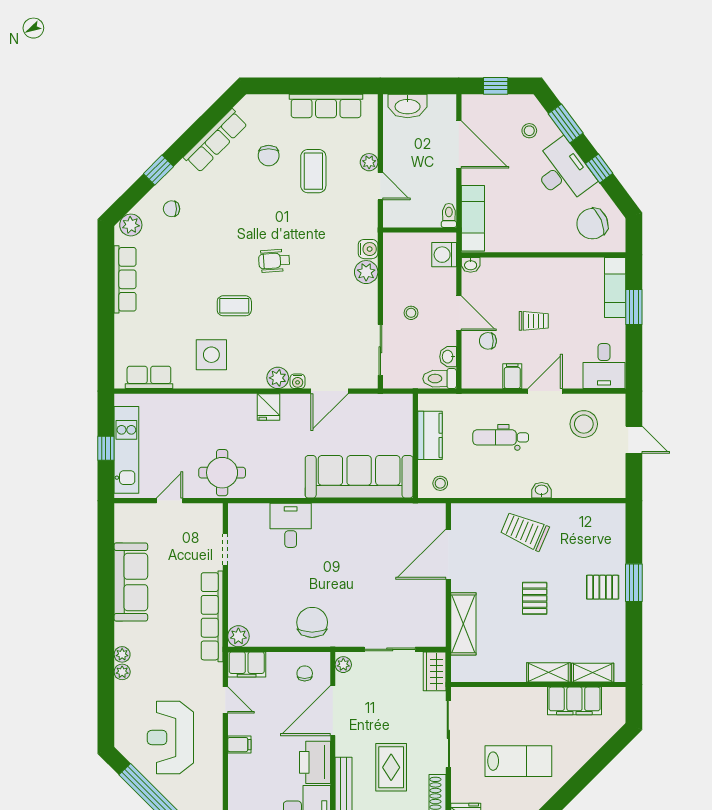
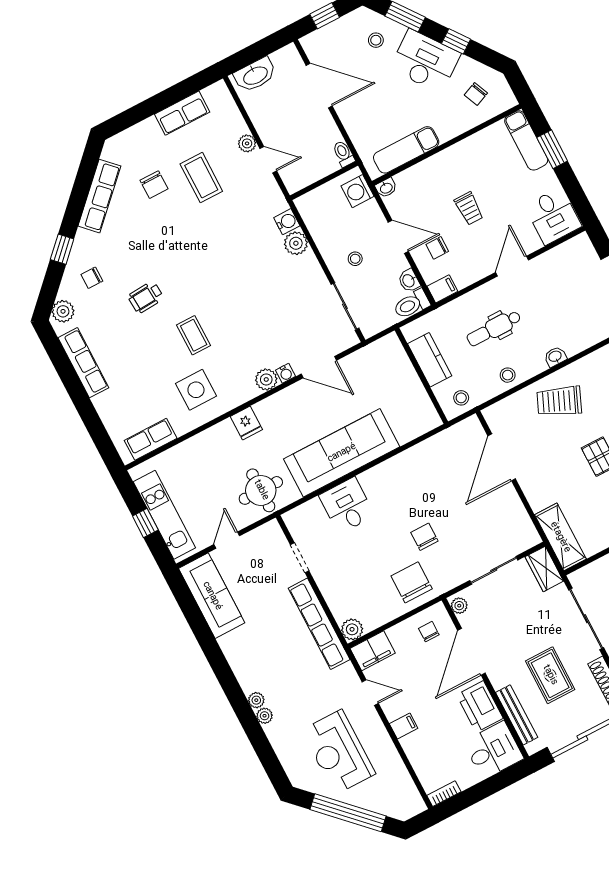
row of seats: (326, 106) -> (182, 113), width x0.68
exam couch: (473, 218) -> (406, 150), moved, turned -90
chair: (592, 224) -> (476, 94), width x0.54, depth x0.54
wheelchair: (274, 261) -> (146, 297), moved
coffee table: (234, 306) -> (194, 335), turned 90
trolley: (534, 321) -> (469, 208), turned 90
filing cabinet: (512, 376) -> (442, 289), moved, turned 90
door: (329, 391) -> (319, 367), hinge flipped
fridge: (269, 407) -> (246, 423), moved
stool: (584, 424) -> (508, 375), moved, width x0.53, depth x0.53
sofa: (359, 477) -> (342, 453), moved
sofa: (131, 582) -> (212, 596), moved
chair: (344, 588) -> (424, 537), added
shelving: (463, 624) -> (560, 537), moved

